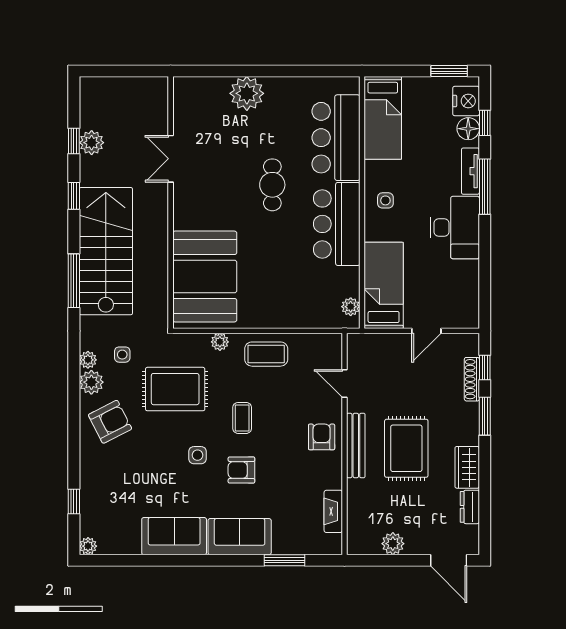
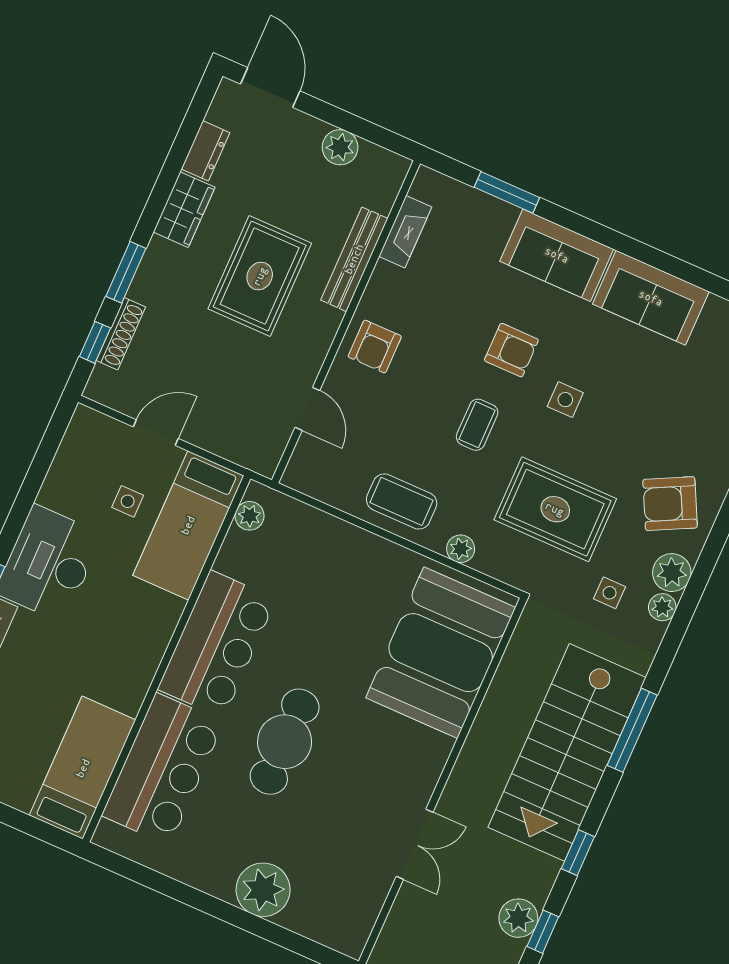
cafe table: (272, 185) -> (285, 742), width x1.37, depth x1.35
side table: (385, 200) -> (128, 501), moved
bench: (356, 445) -> (354, 259), moved

